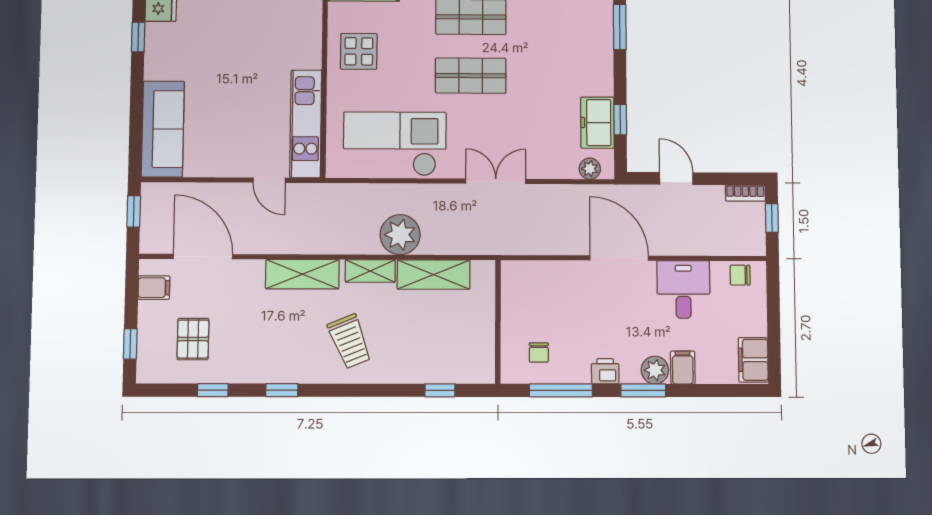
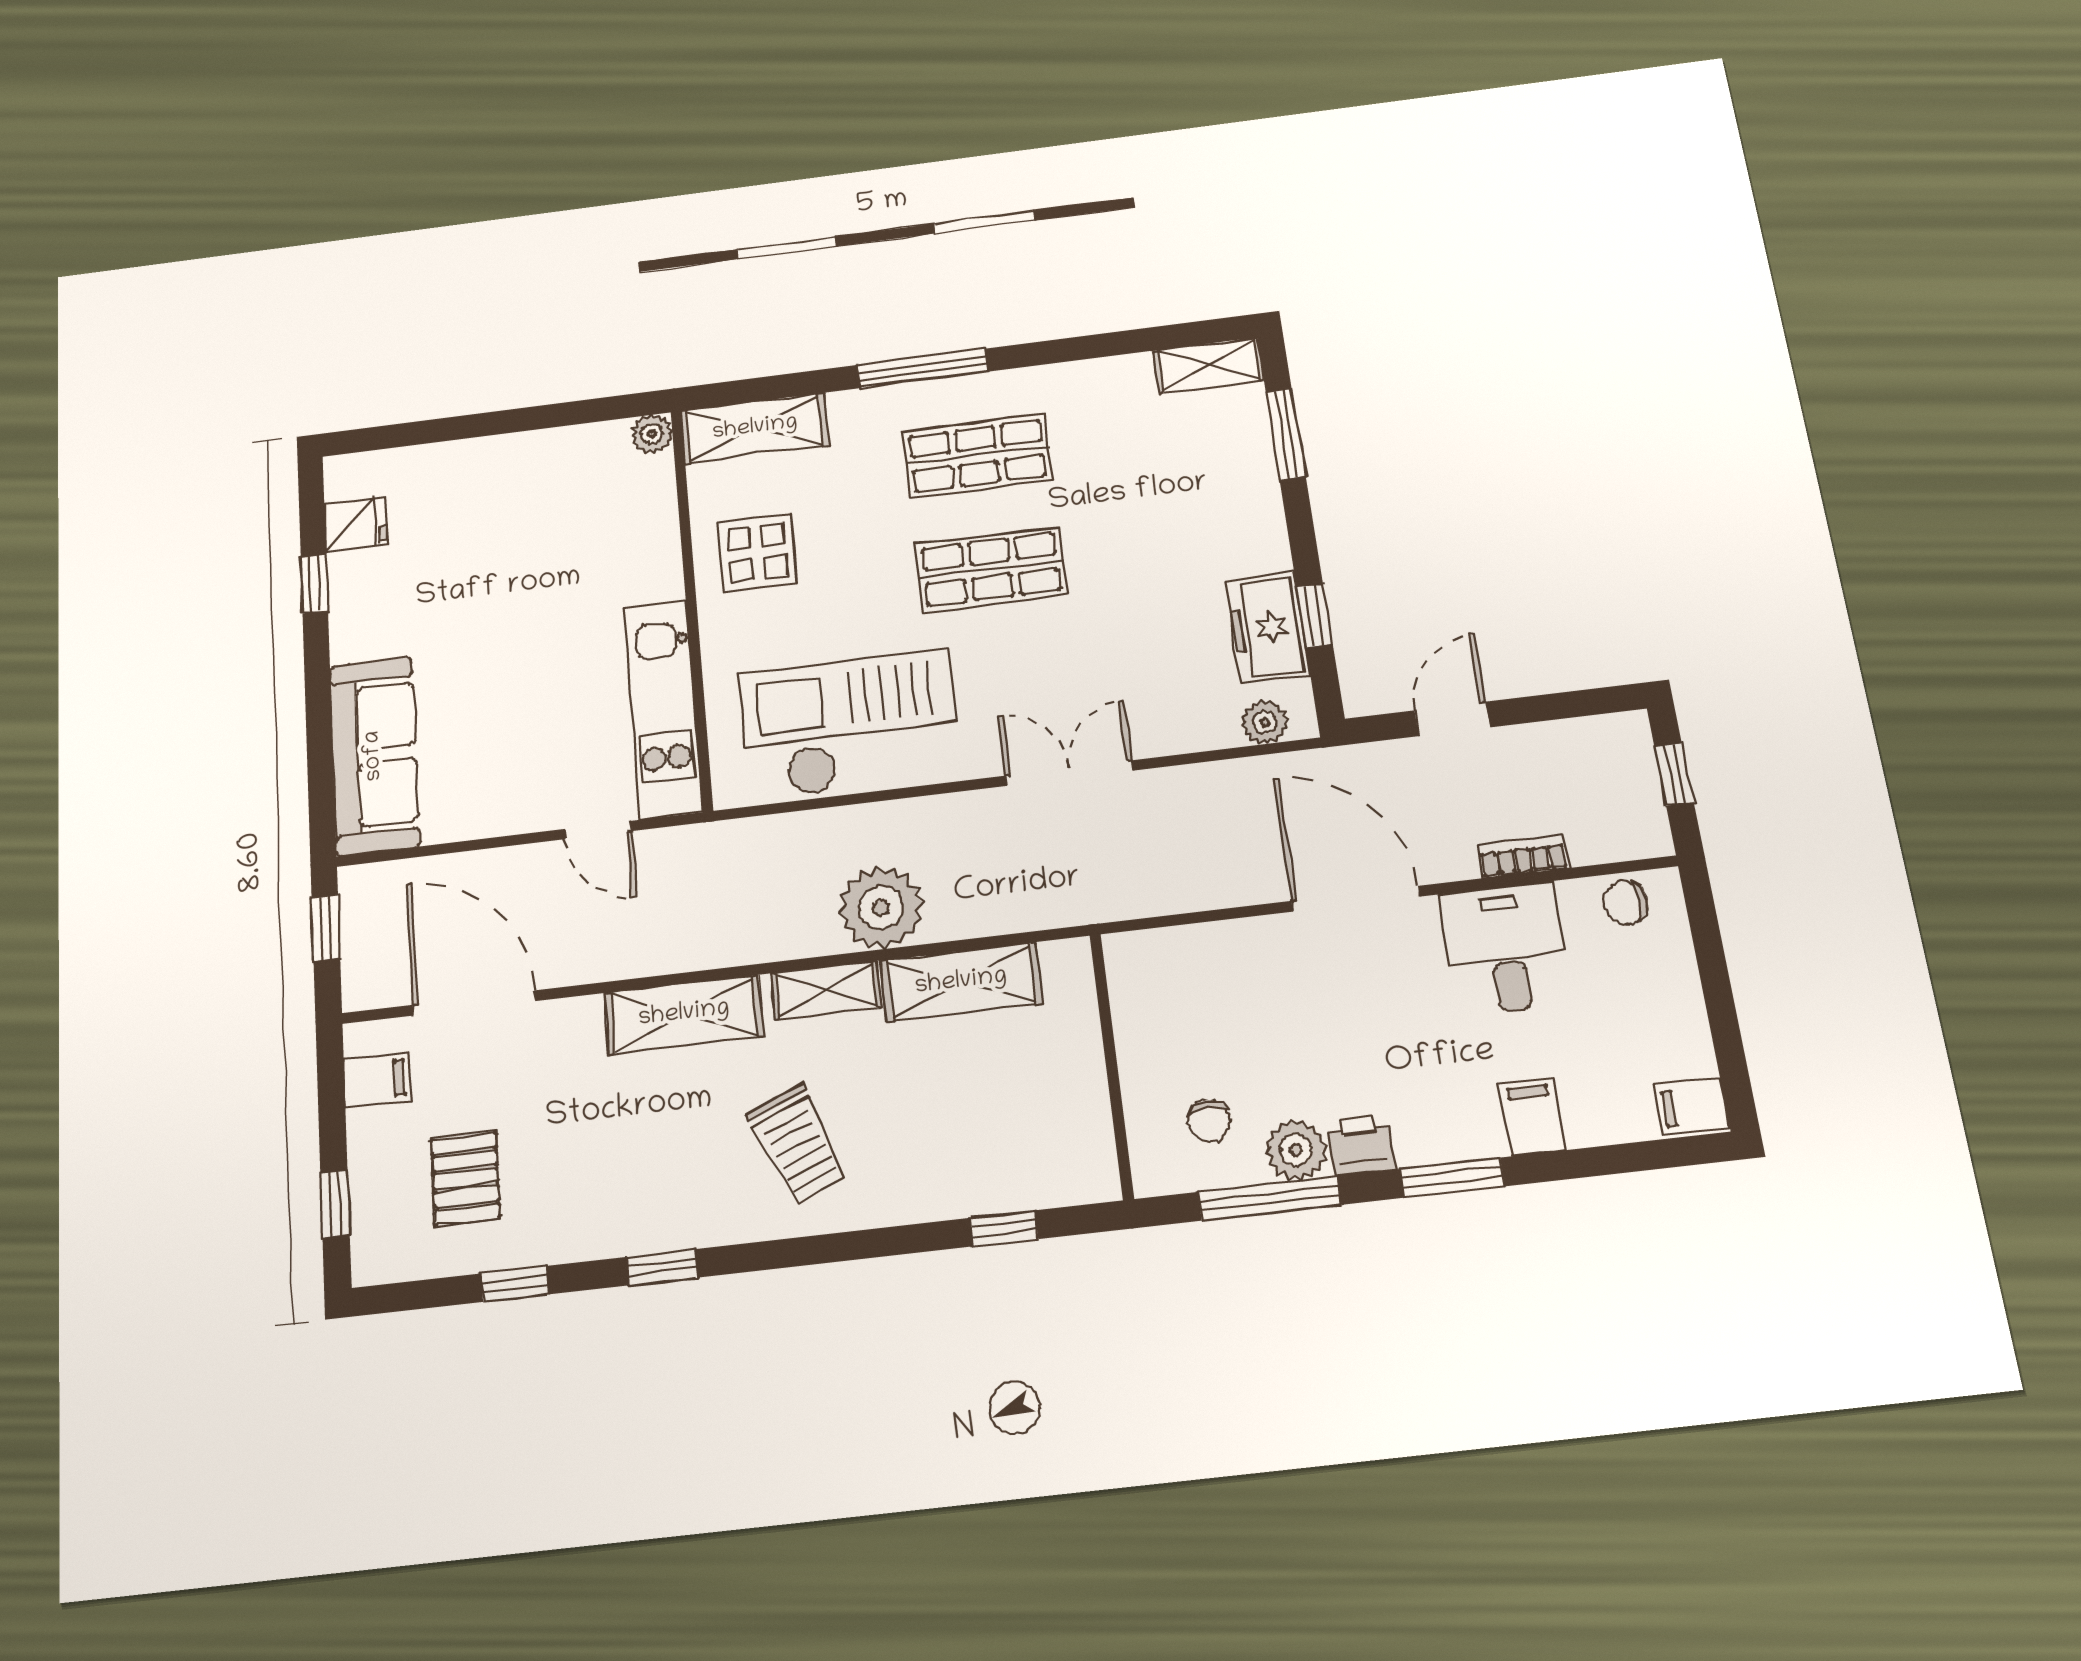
door: (676, 178) -> (1452, 719), hinge flipped
bookcase: (745, 193) -> (1523, 856), moved, turned 180
filing cabinet: (753, 360) -> (1692, 1106), width x0.50
plant: (655, 370) -> (1296, 1150), moved

